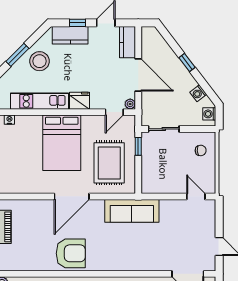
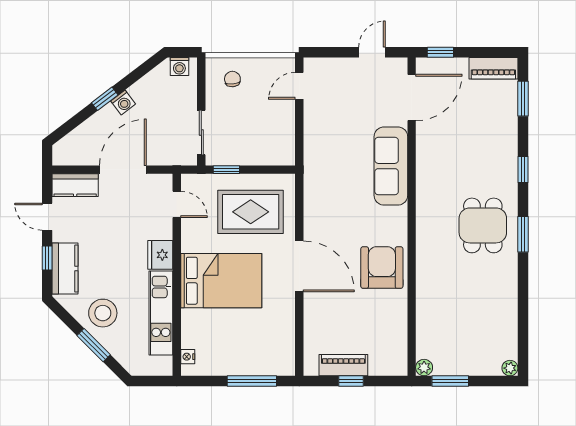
washing machine: (198, 93) -> (123, 102), moved
plant: (130, 104) -> (165, 181), removed
sofa: (132, 211) -> (391, 166), moved, turned 180

